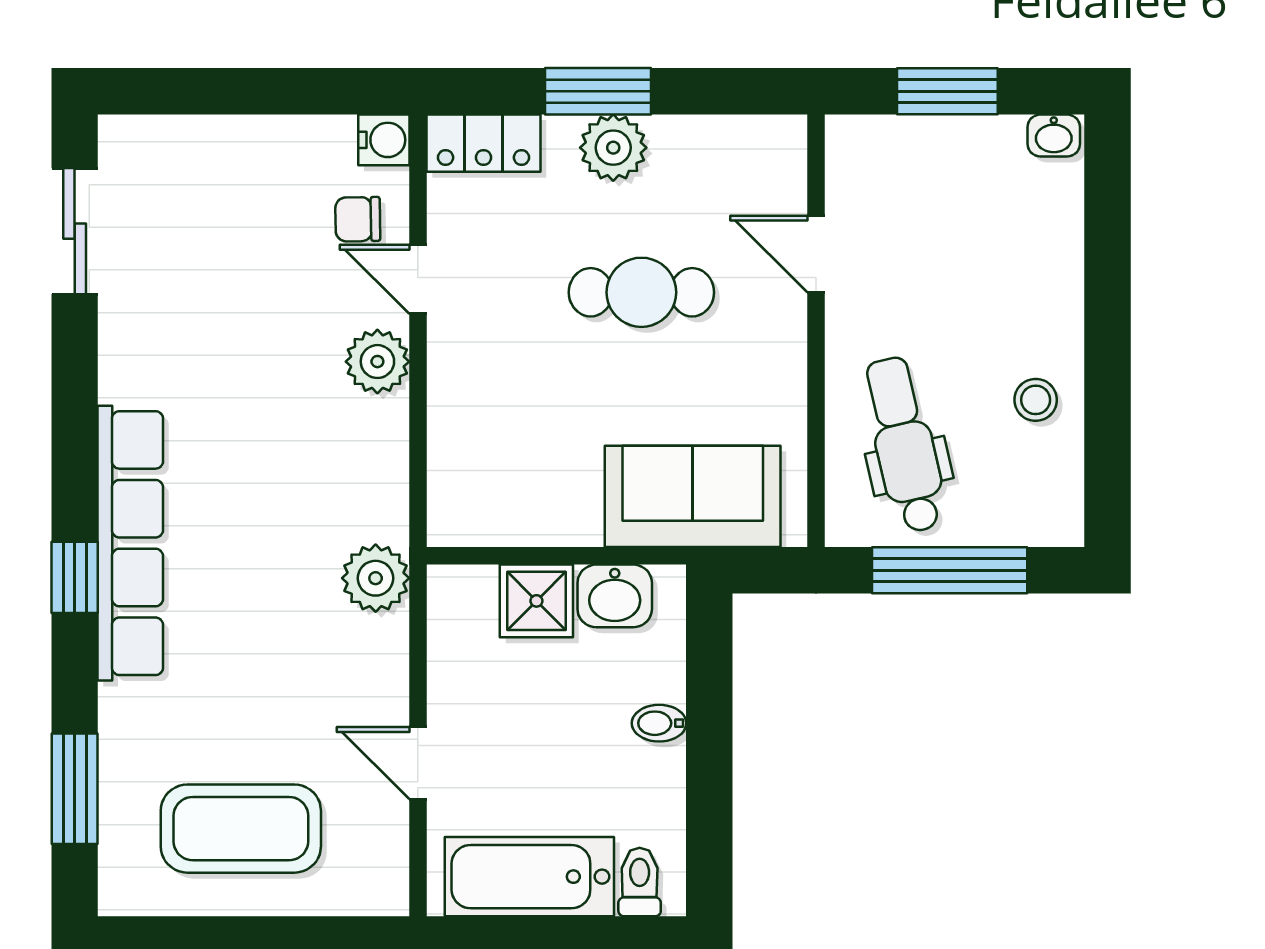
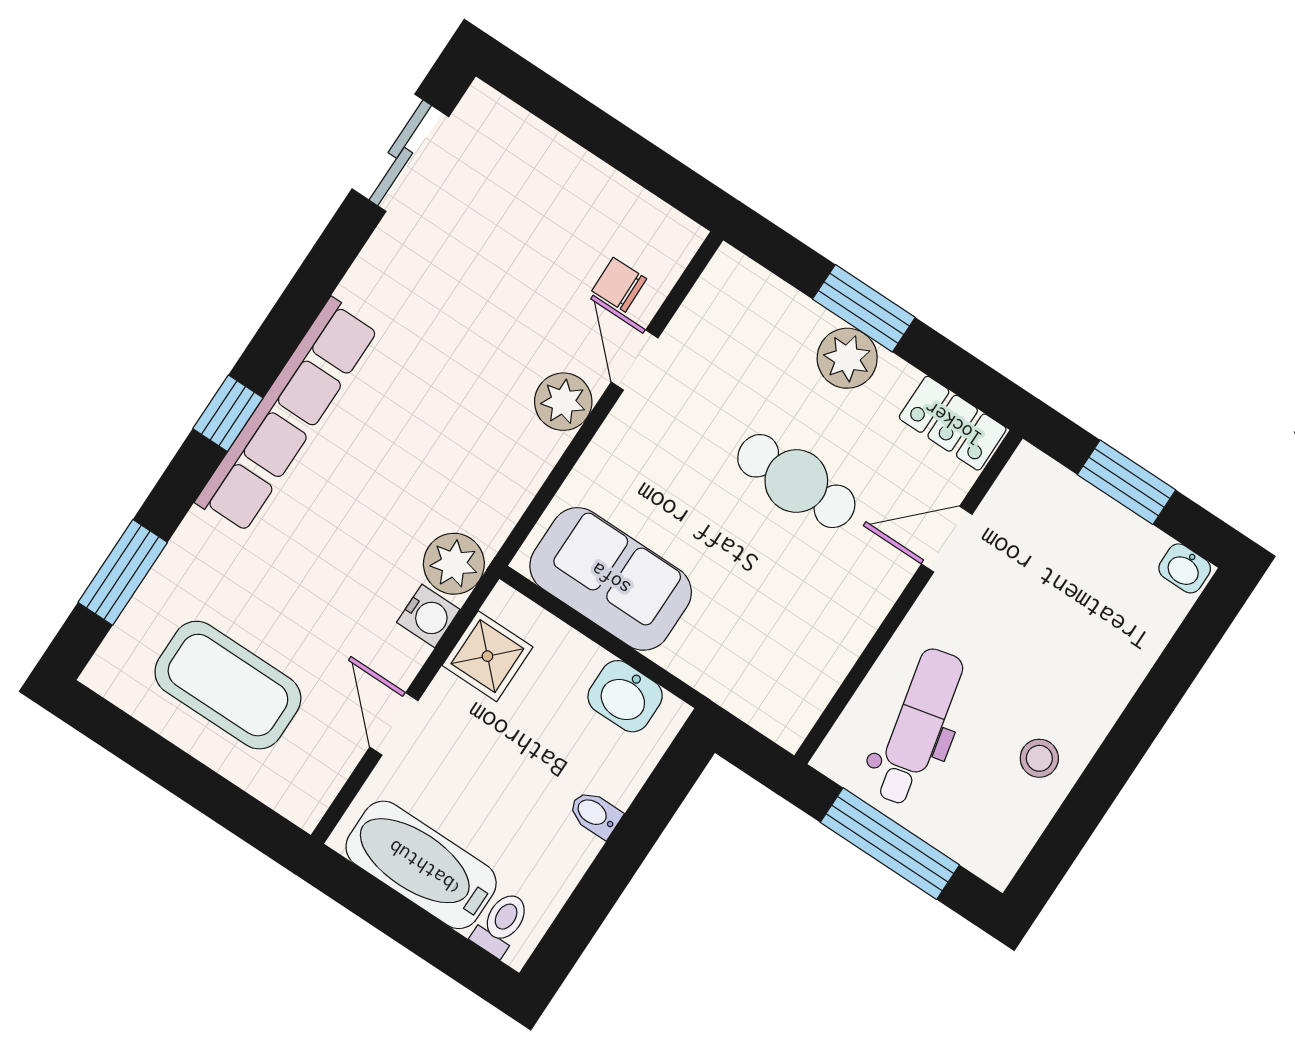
water cooler: (384, 140) -> (428, 616), moved
locker: (484, 143) -> (953, 423), moved
door: (816, 254) -> (947, 539), hinge flipped
sofa: (693, 496) -> (611, 579), moved
shower: (536, 601) -> (487, 656), moved

